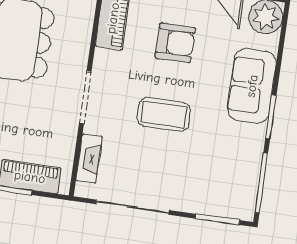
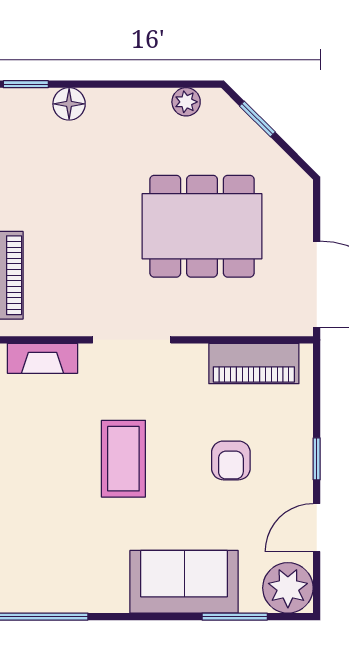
armchair: (175, 43) -> (231, 460), width x0.72, depth x0.72
window: (271, 117) -> (235, 617), moved

